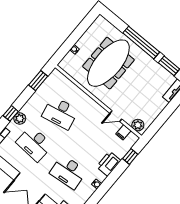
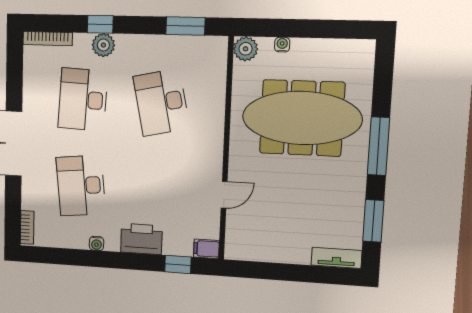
window: (141, 43) -> (378, 146), width x0.68
door: (116, 116) -> (224, 195), swing flipped
plant: (138, 125) -> (246, 49), moved
filing cabinet: (123, 132) -> (206, 249), moved

